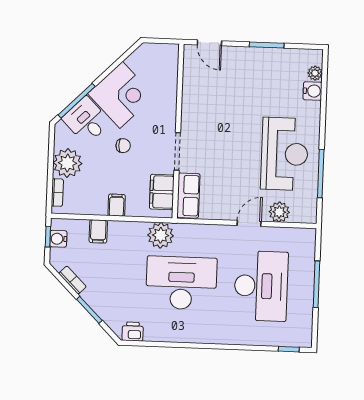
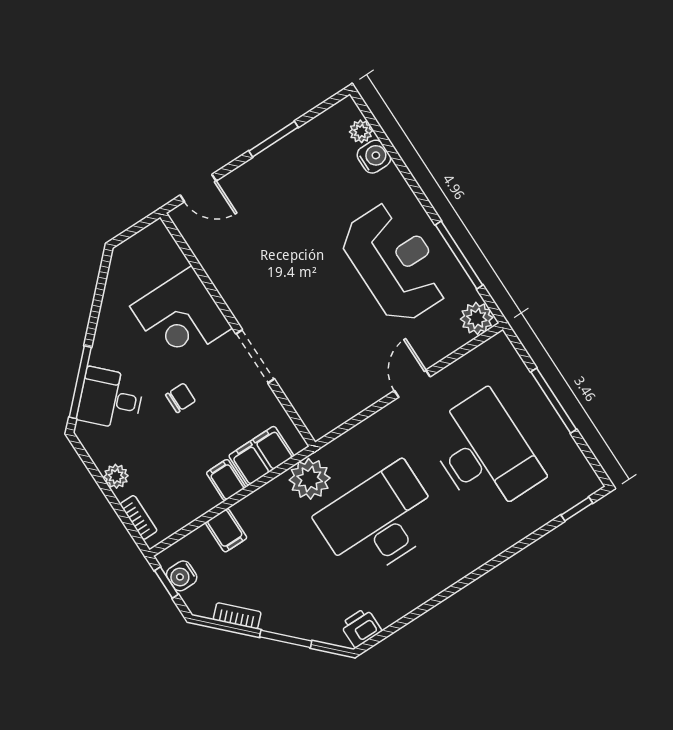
corner desk: (121, 95) -> (181, 317), moved, turned 135
plant: (67, 163) -> (116, 476), width x0.53, depth x0.53
filing cabinet: (162, 192) -> (261, 456), moved, turned 90
row of seats: (188, 196) -> (309, 403), removed
plant: (279, 212) -> (477, 318), moved

